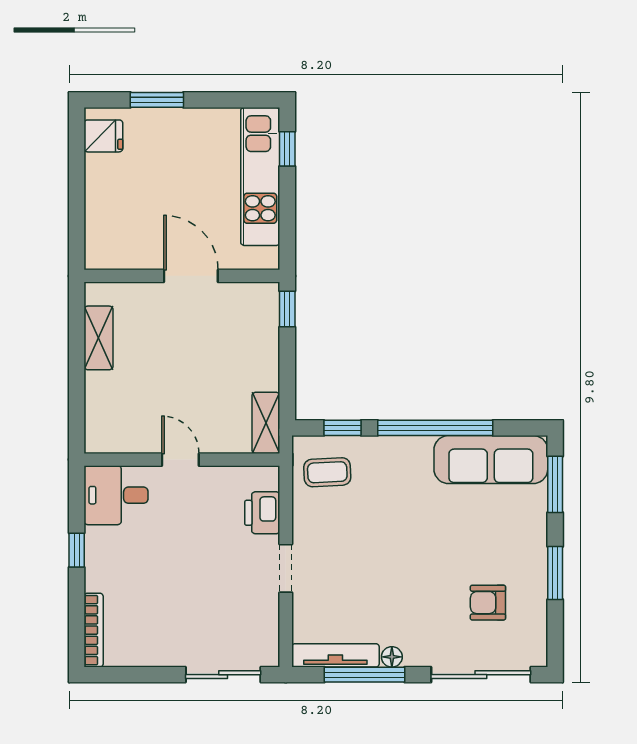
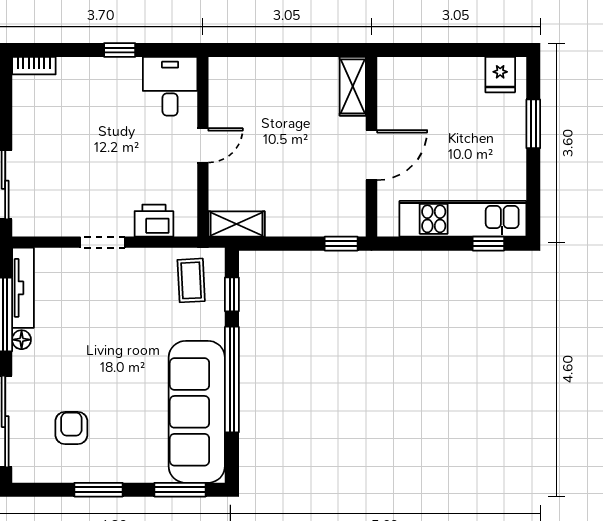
shelving: (98, 338) -> (353, 86), moved, turned 90
sofa: (491, 460) -> (197, 412), width x1.36, depth x1.27
bookcase: (94, 630) -> (34, 66), width x0.64

